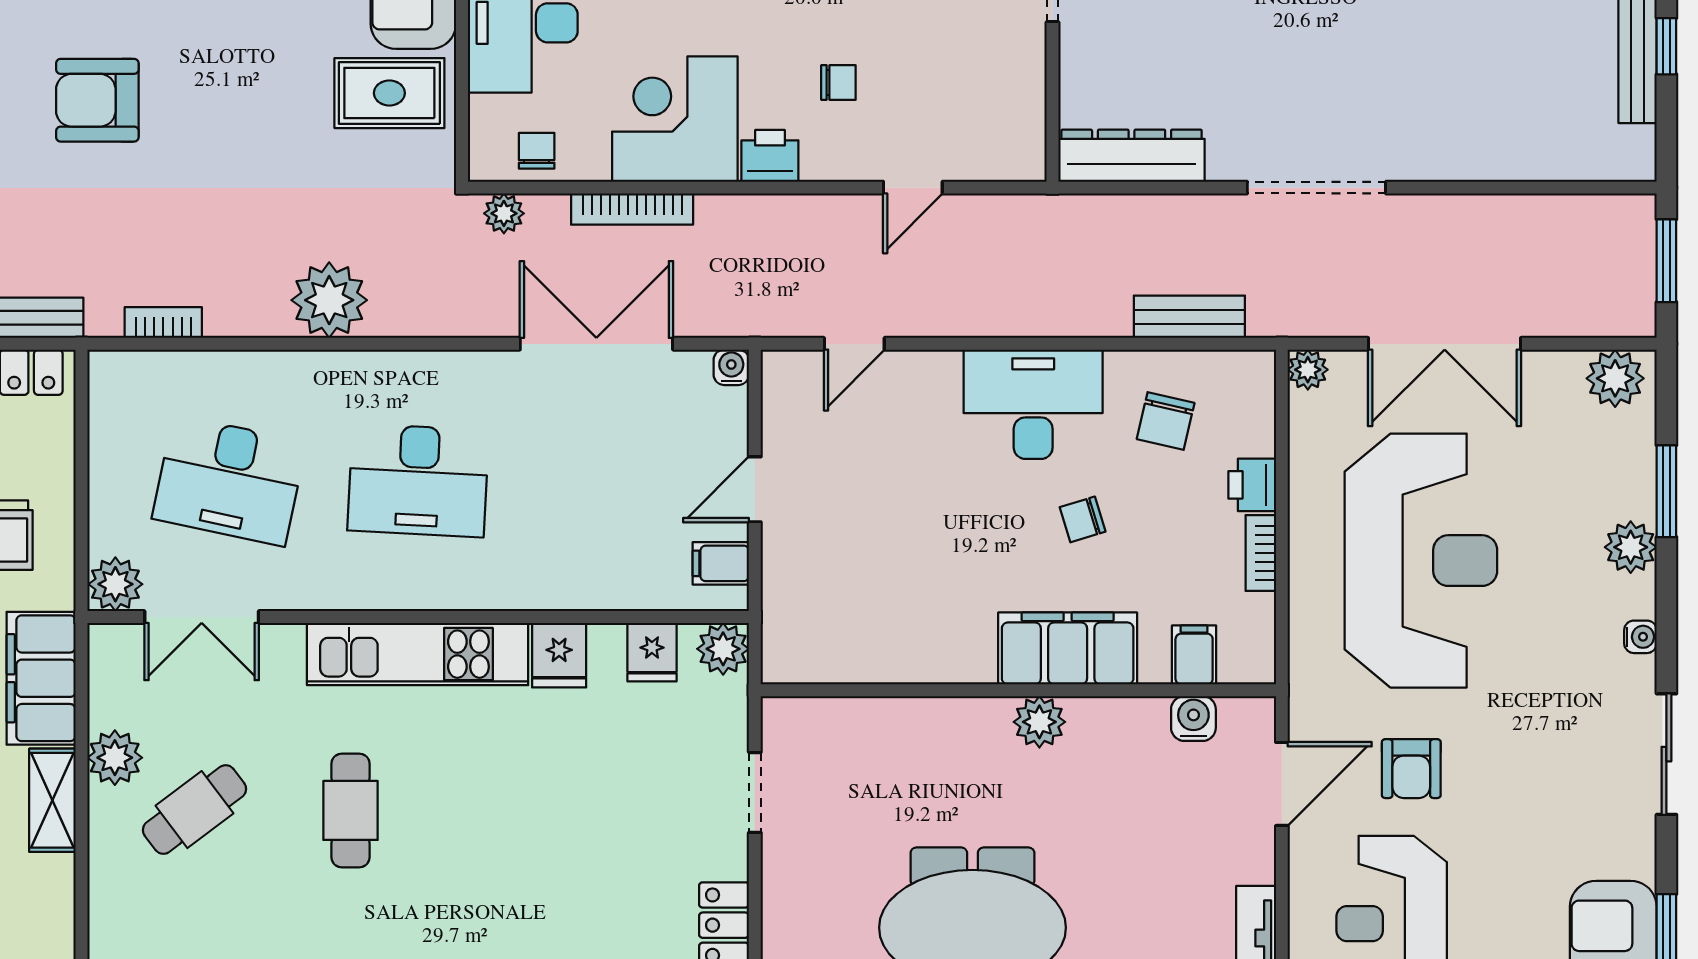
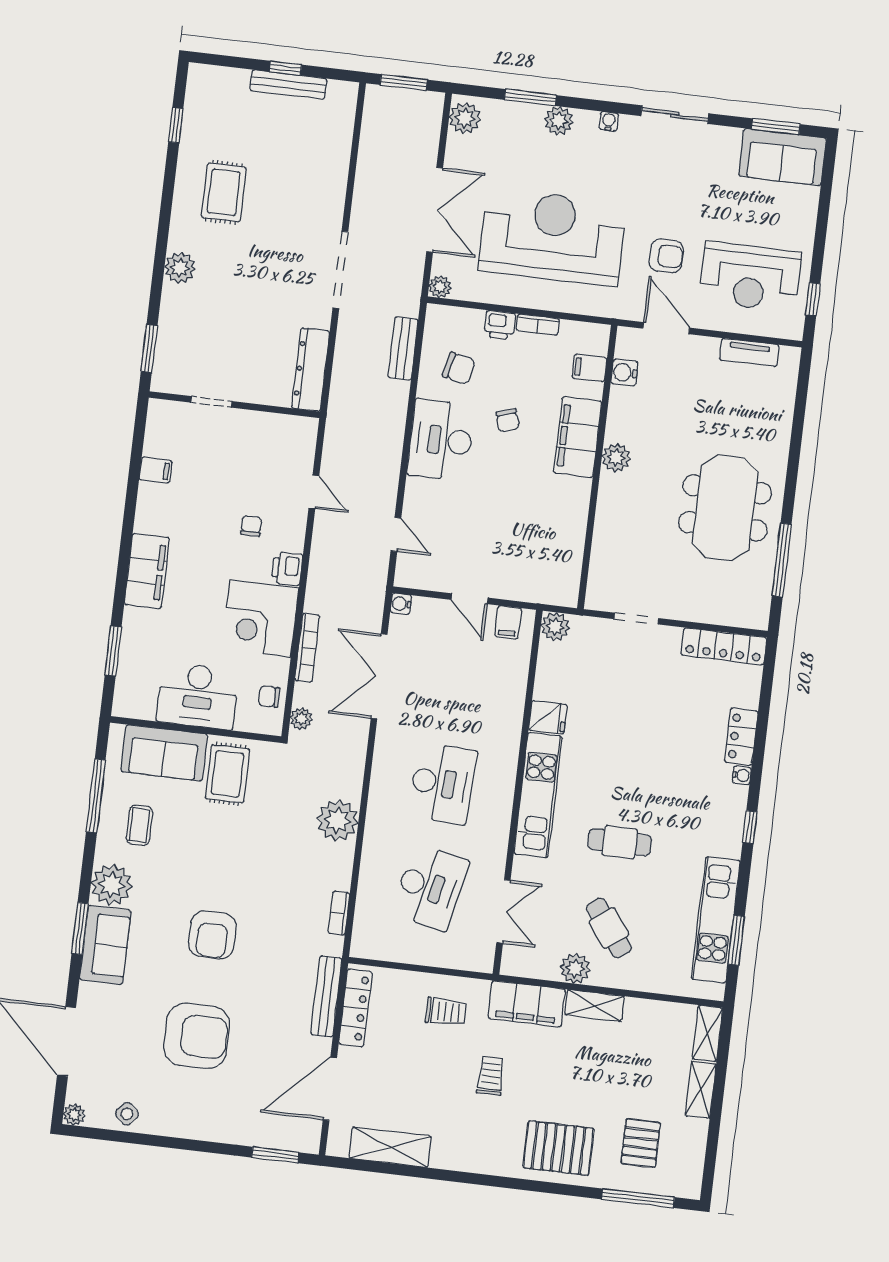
plant: (115, 584) -> (480, 957), removed
fridge: (652, 652) -> (552, 666), removed

